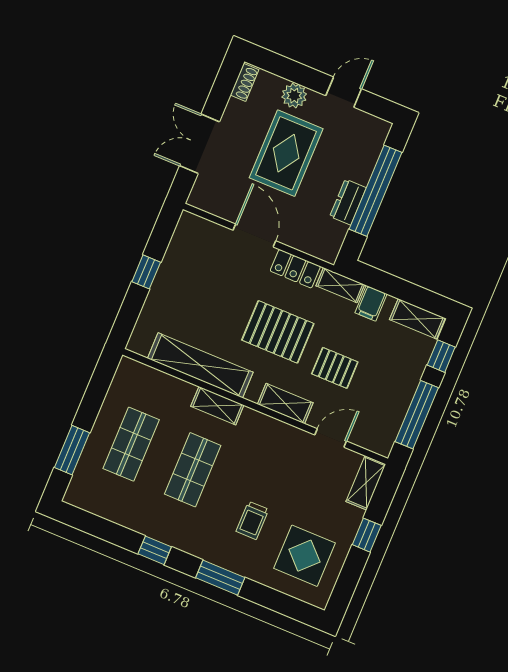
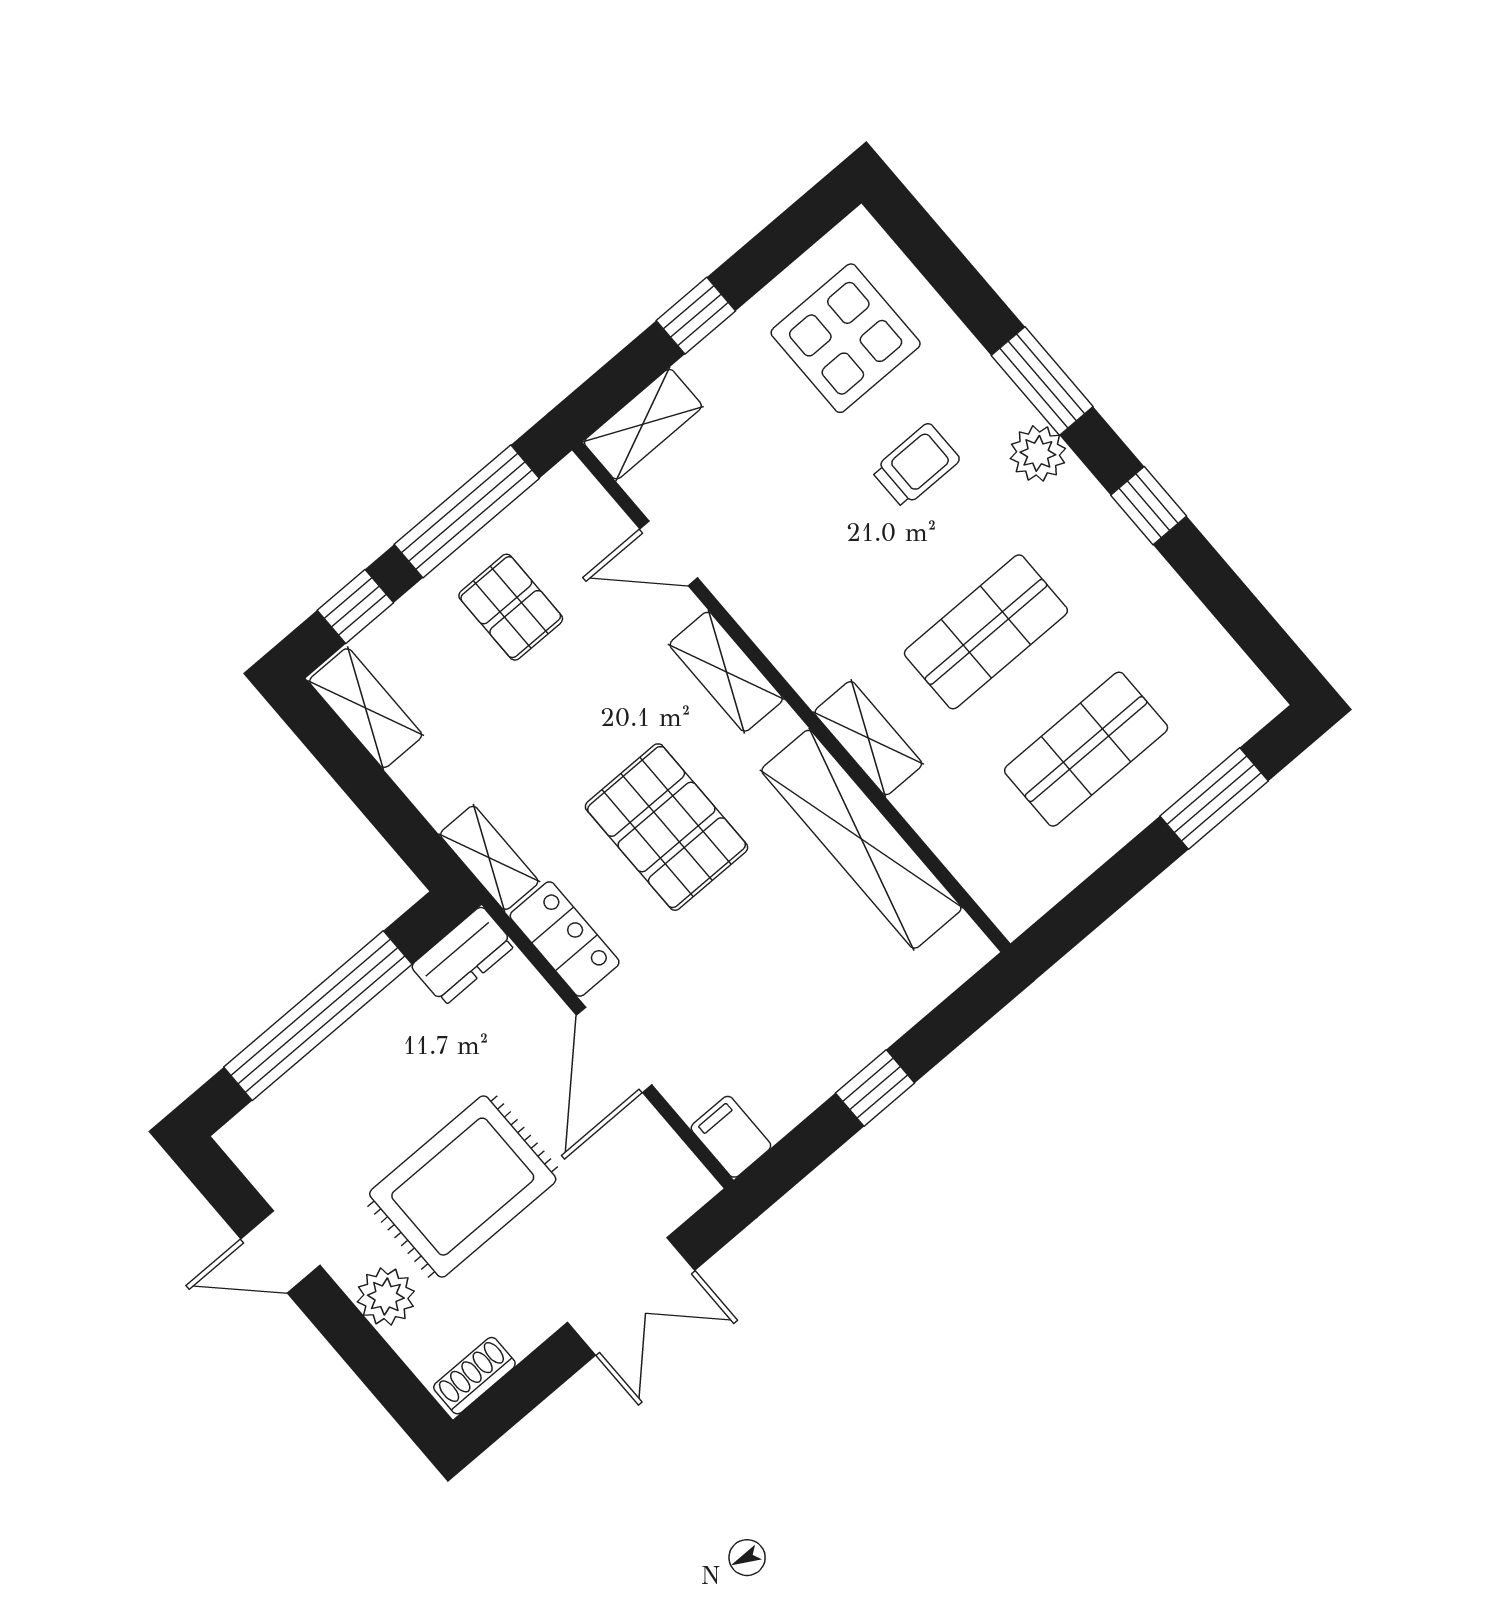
dresser: (348, 202) -> (463, 956), moved
filing cabinet: (371, 303) -> (731, 1137), moved, turned -90
pallet: (335, 368) -> (511, 607), moved
plant: (208, 549) -> (1038, 453), added

